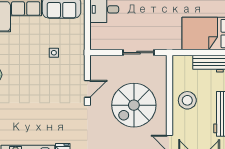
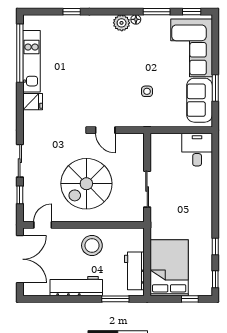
spiral stairs: (134, 105) -> (86, 184), turned -90

